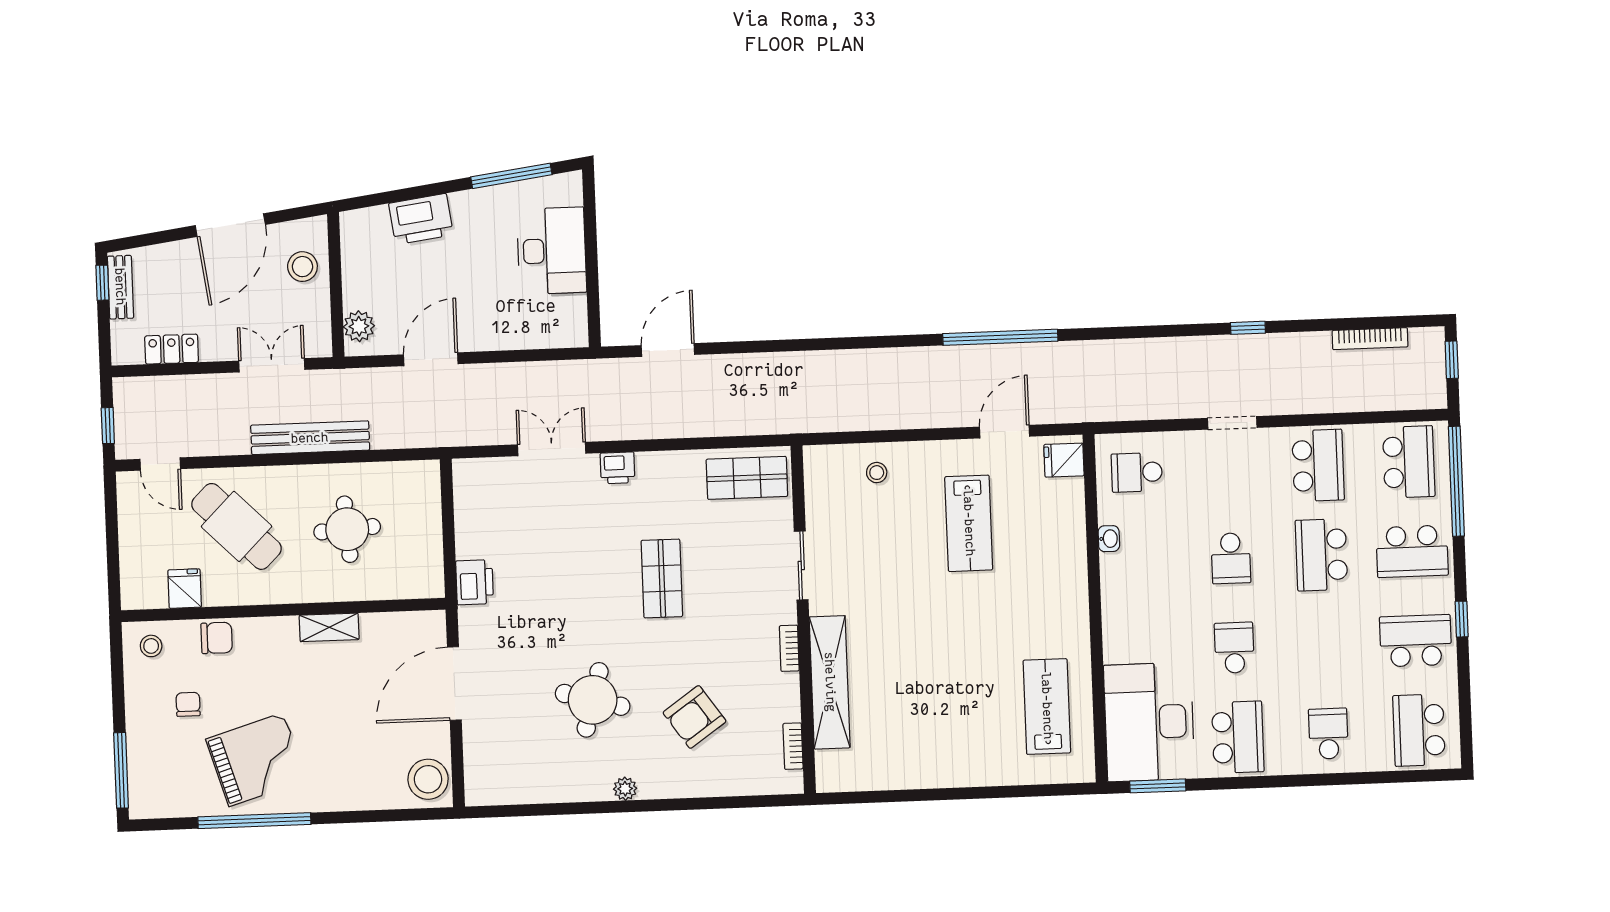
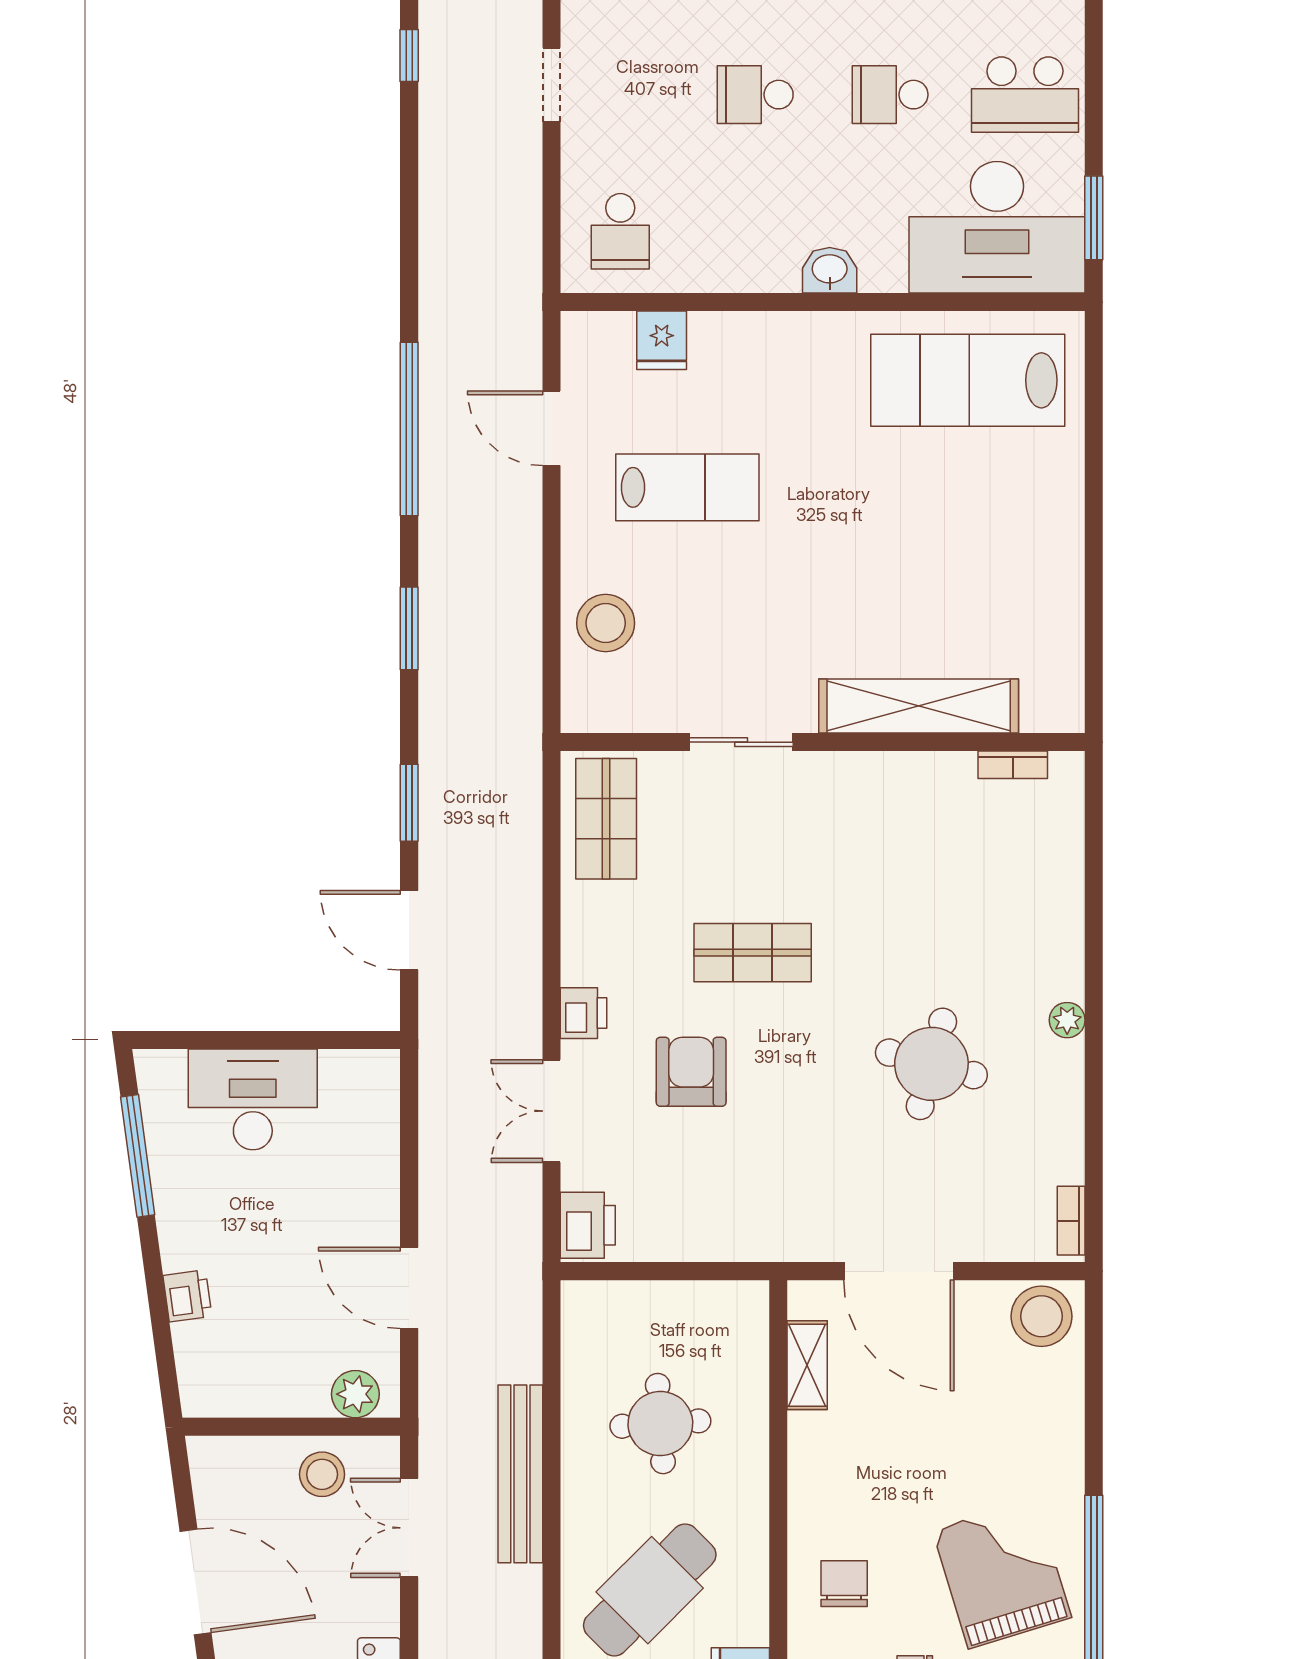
printer: (421, 219) -> (187, 1296), width x0.53, depth x0.68
stool: (302, 267) -> (322, 1474), moved
window: (868, 342) -> (409, 628), added
window: (752, 347) -> (409, 803), added
fridge: (1064, 460) -> (662, 340), moved
stool: (877, 473) -> (606, 623), width x1.89, depth x1.89
washbasin: (1109, 539) -> (830, 270), moved, width x1.38, depth x1.45
school desk: (1231, 558) -> (755, 95), turned 180
printer: (475, 582) -> (588, 1225), moved, turned 90
shelving: (329, 627) -> (807, 1365), moved
chair: (217, 638) -> (844, 1584), moved
bookcase: (789, 648) -> (1071, 1221), moved, turned 90
lab bench: (1047, 706) -> (968, 380), width x1.36, depth x1.39
armchair: (694, 717) -> (691, 1072), moved, turned -145
school desk: (1238, 737) -> (1025, 95), turned 180

